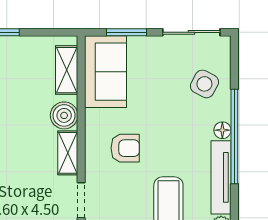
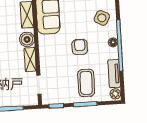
armchair: (125, 148) -> (80, 47), moved, turned -90
tv unit: (221, 177) -> (114, 74), width x0.71

